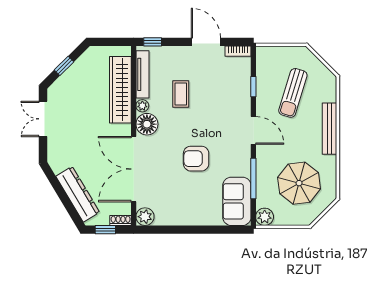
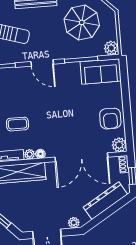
floor lamp: (147, 124) -> (40, 154), width x0.53, depth x0.53
door: (253, 130) -> (42, 63), swing flipped
plant: (54, 153) -> (74, 223), added
armchair: (196, 159) -> (110, 119), moved

